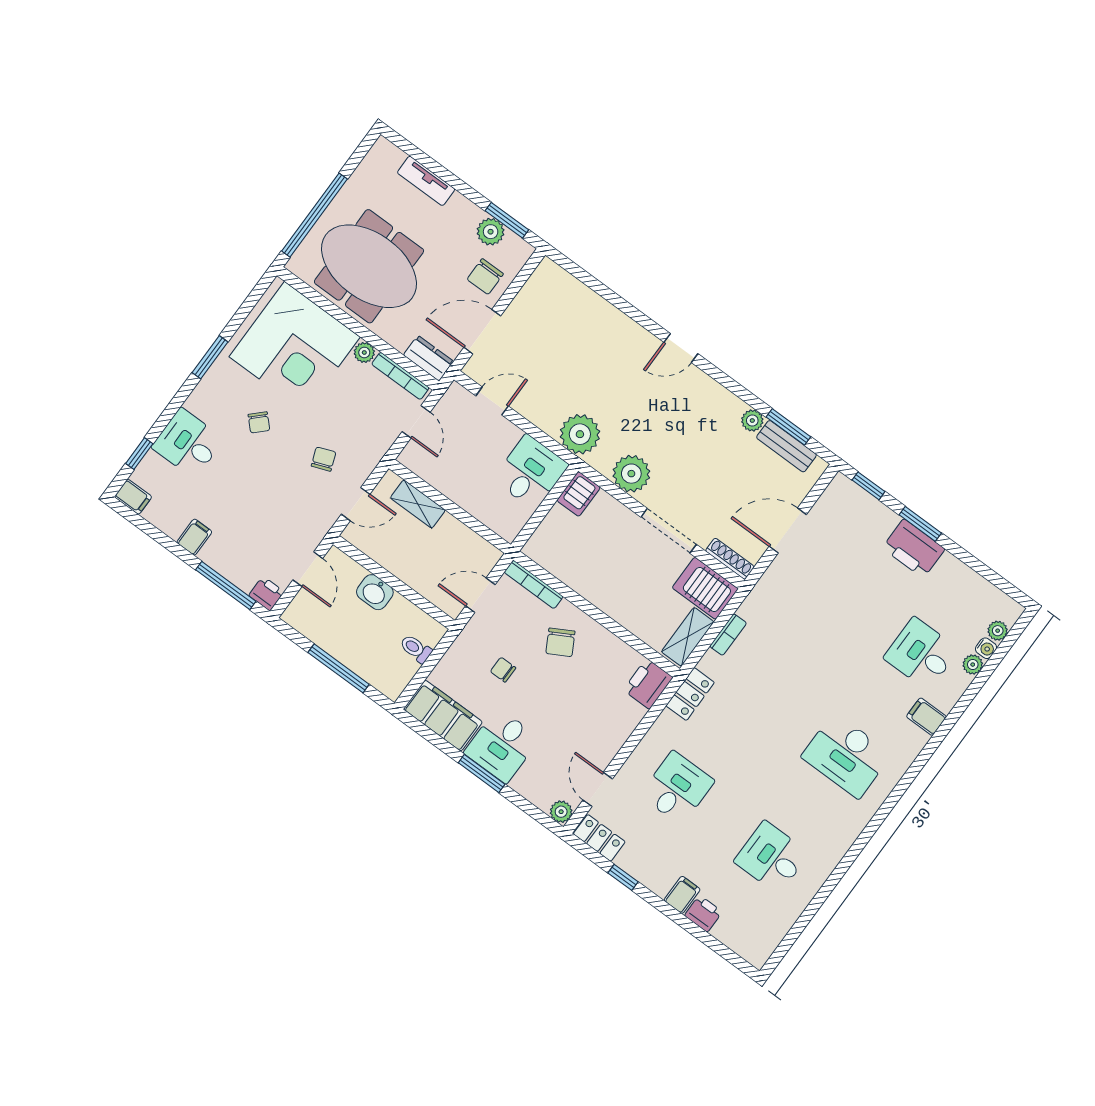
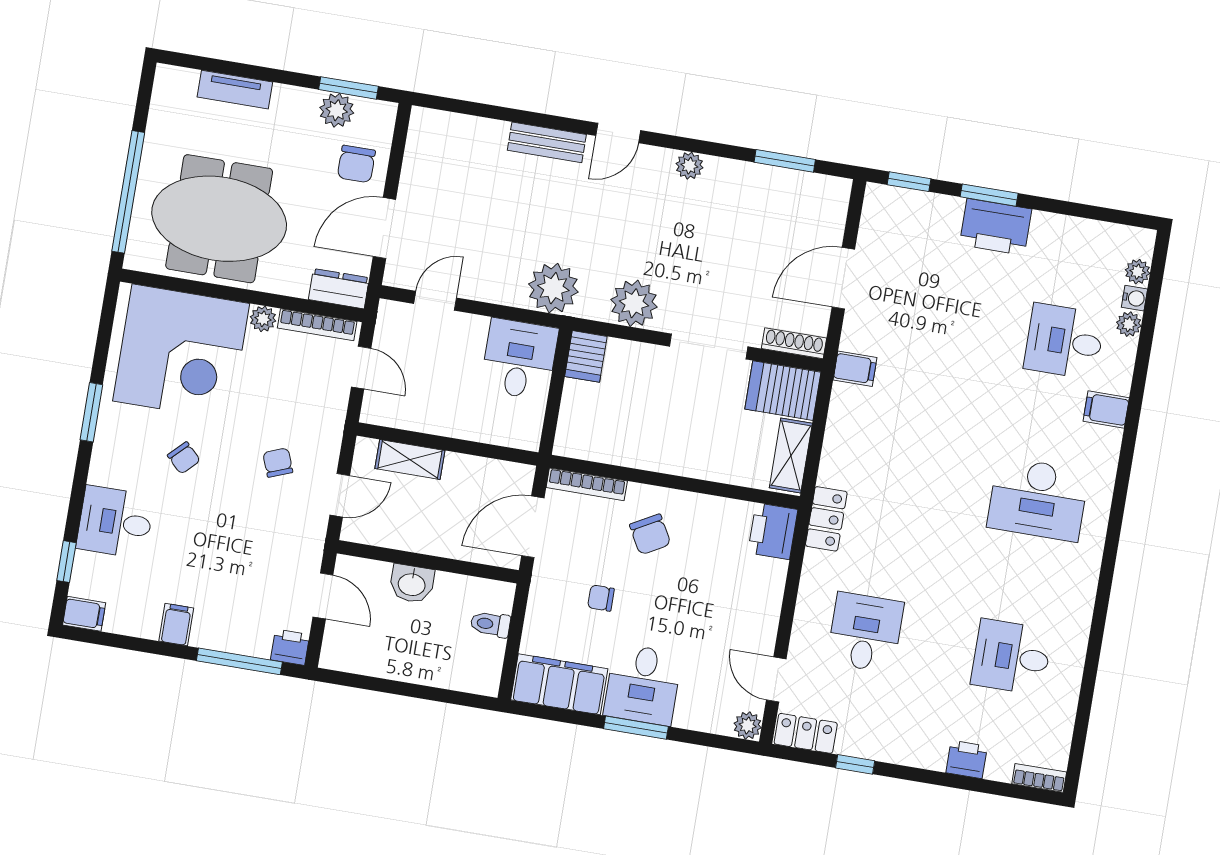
plant: (752, 421) -> (689, 166), moved
bench: (786, 446) -> (547, 142), moved
door: (480, 595) -> (533, 527), width x1.38
bookcase: (728, 635) -> (1039, 778), moved, turned -90
window: (339, 668) -> (414, 691), removed
filing cabinet: (682, 895) -> (855, 369), moved, turned 90

